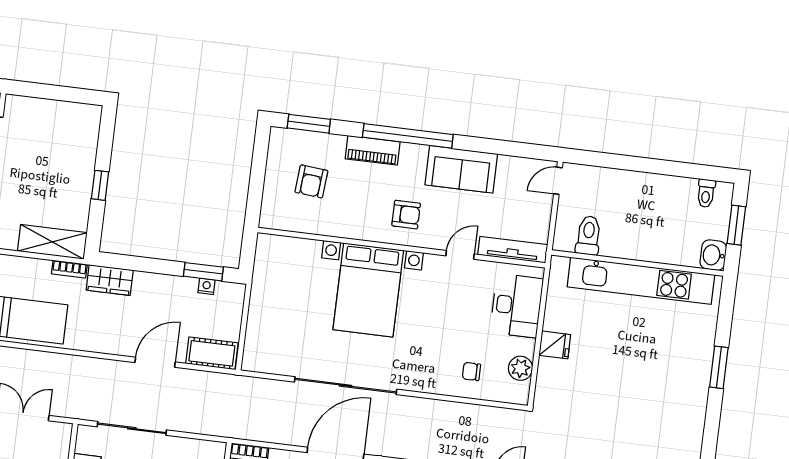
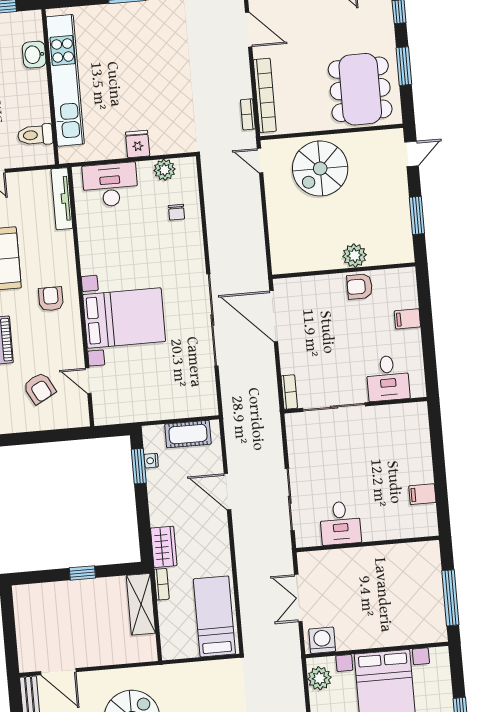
armchair: (311, 181) -> (40, 388), turned 57
door: (460, 255) -> (88, 381), moved
washbasin: (713, 255) -> (34, 55), moved, turned 90
cot: (212, 353) -> (188, 434), moved, turned 90

